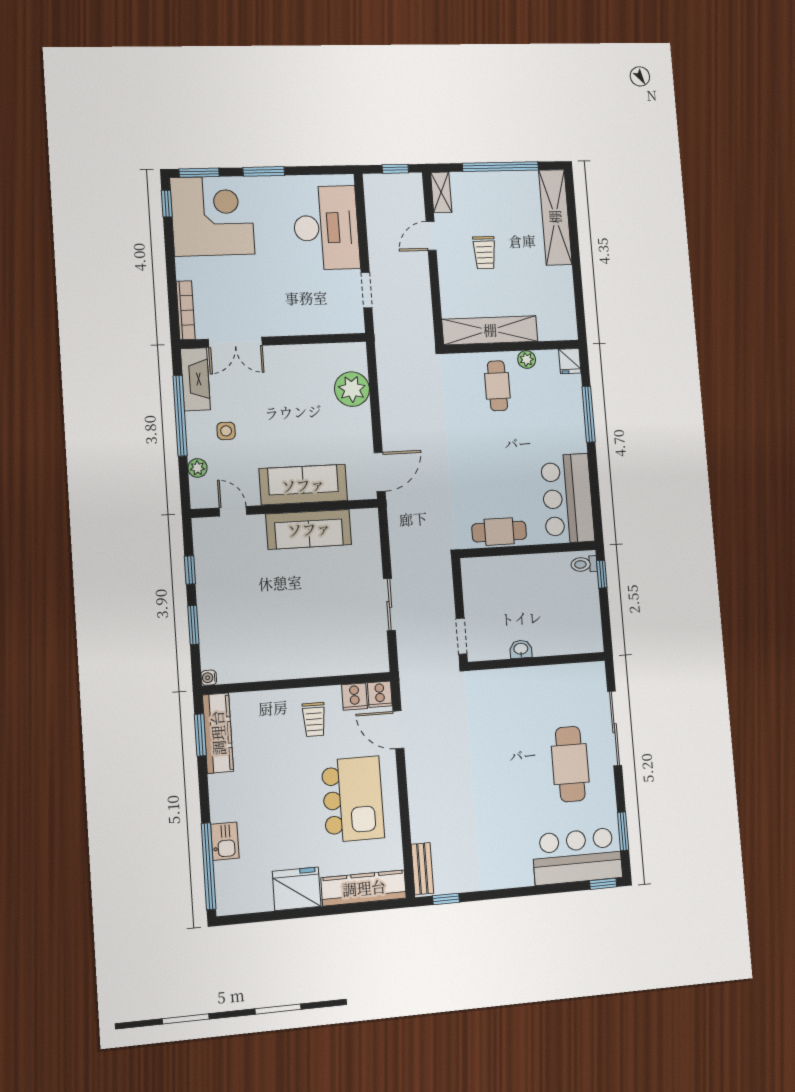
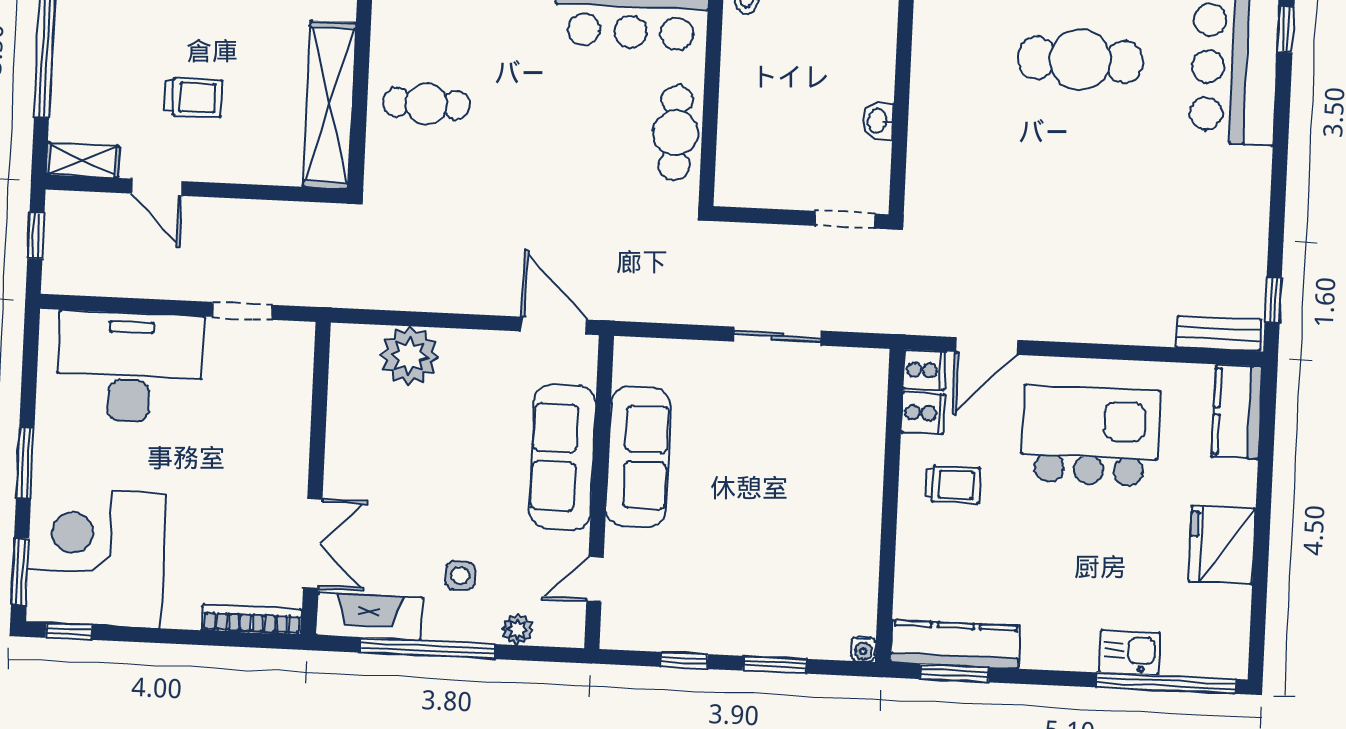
plant: (527, 359) -> (385, 47), removed
kitchen counter: (364, 888) -> (1237, 412), width x0.67

